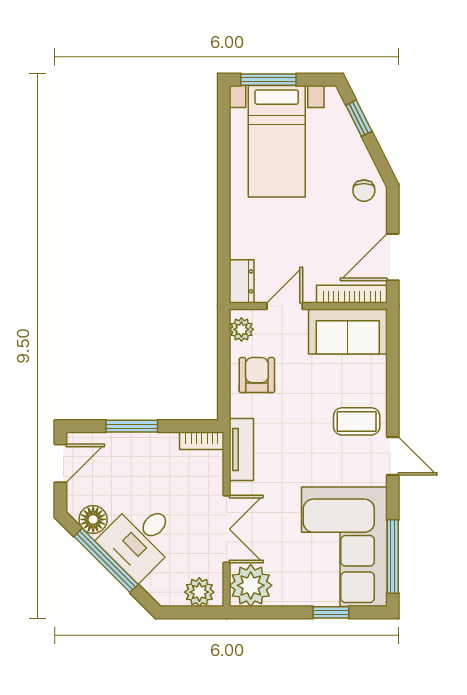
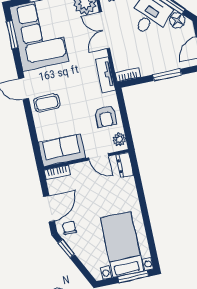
window: (359, 118) -> (66, 249), moved
door: (393, 257) -> (49, 209), moved
bookcase: (352, 294) -> (57, 172), width x0.64
door: (285, 306) -> (99, 157), hinge flipped
window: (393, 556) -> (12, 35), width x0.69

